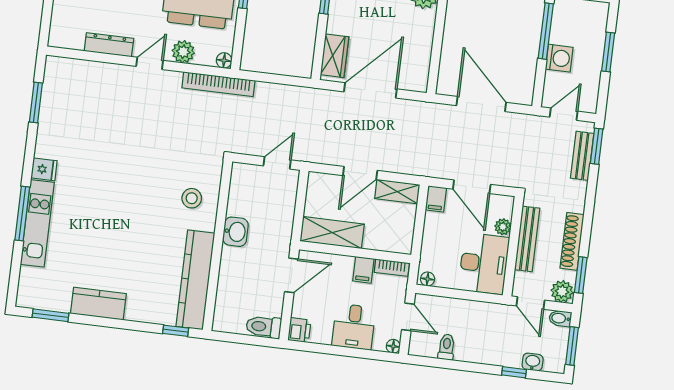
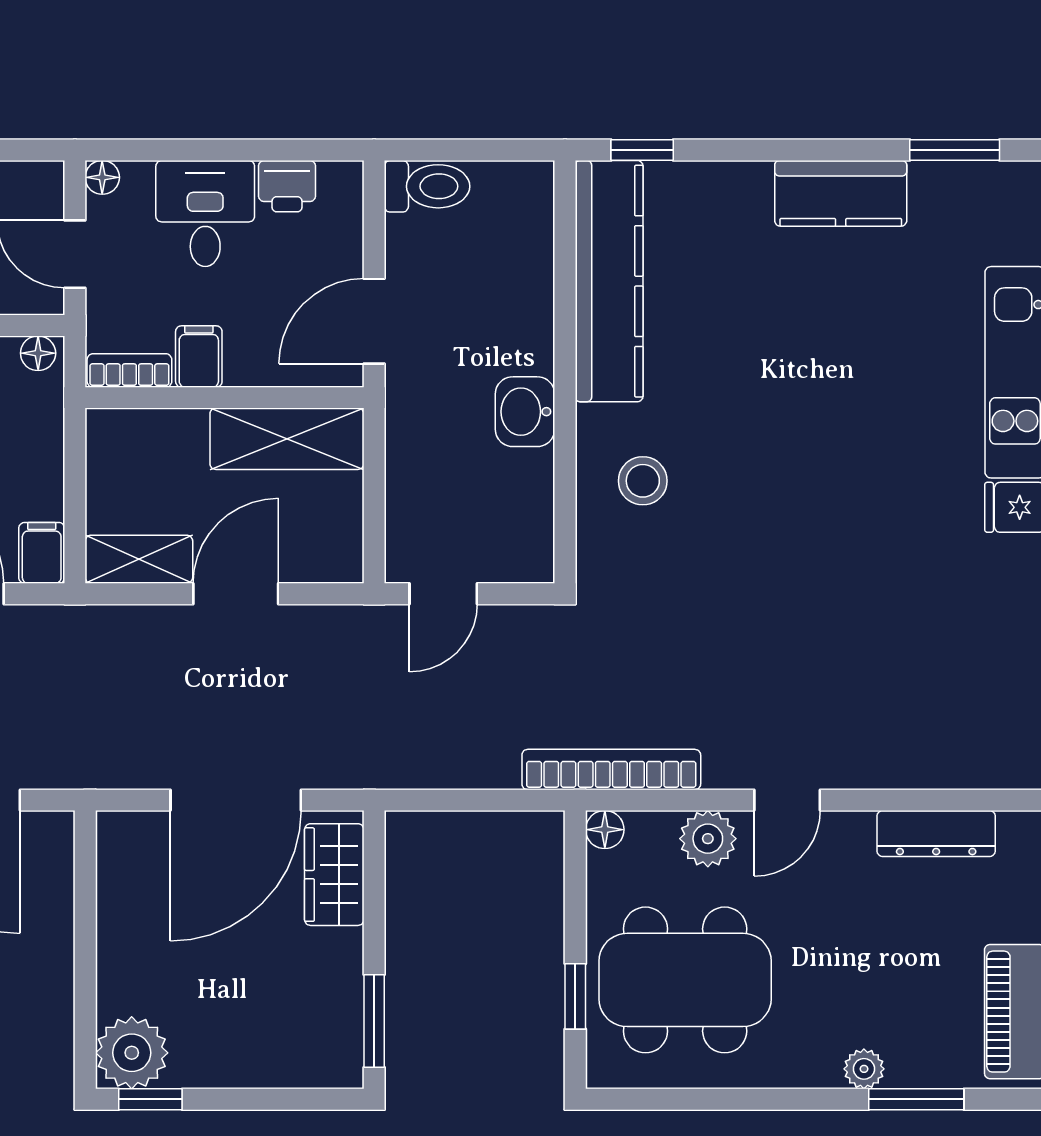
dresser: (109, 45) -> (936, 834), moved
printer: (299, 330) -> (287, 186), moved, turned -90

